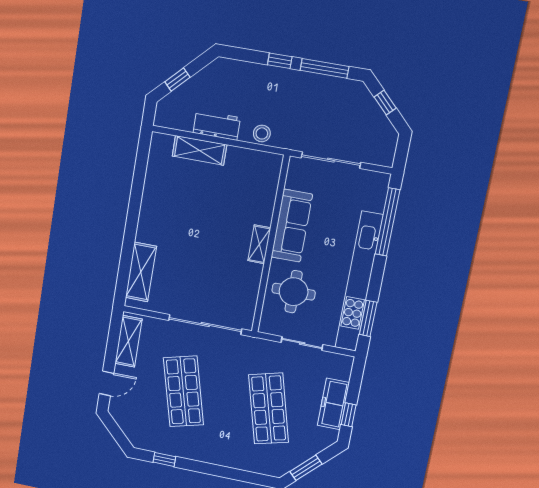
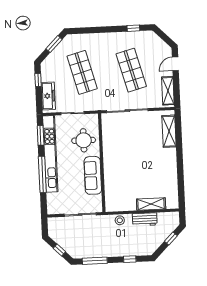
window: (280, 61) -> (130, 259), moved
window: (388, 222) -> (42, 174), moved
shelving: (259, 244) -> (108, 161), removed
freezer: (333, 404) -> (48, 96), moved

